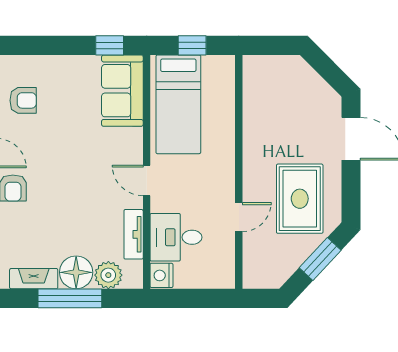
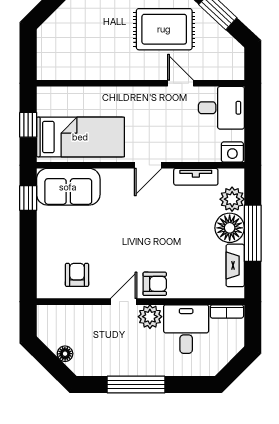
desk: (176, 237) -> (221, 108), moved, turned -90

